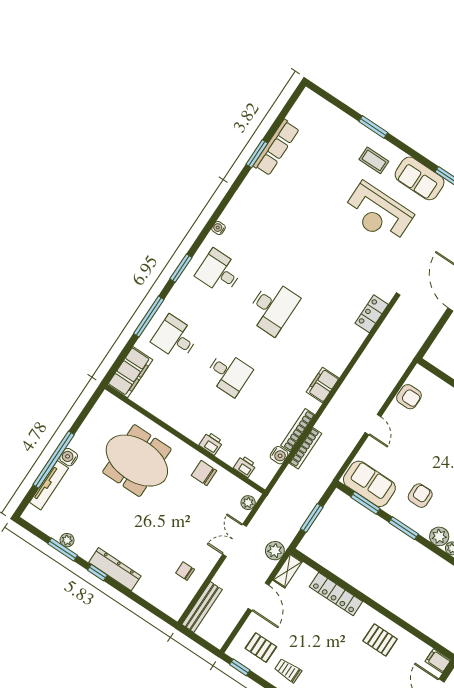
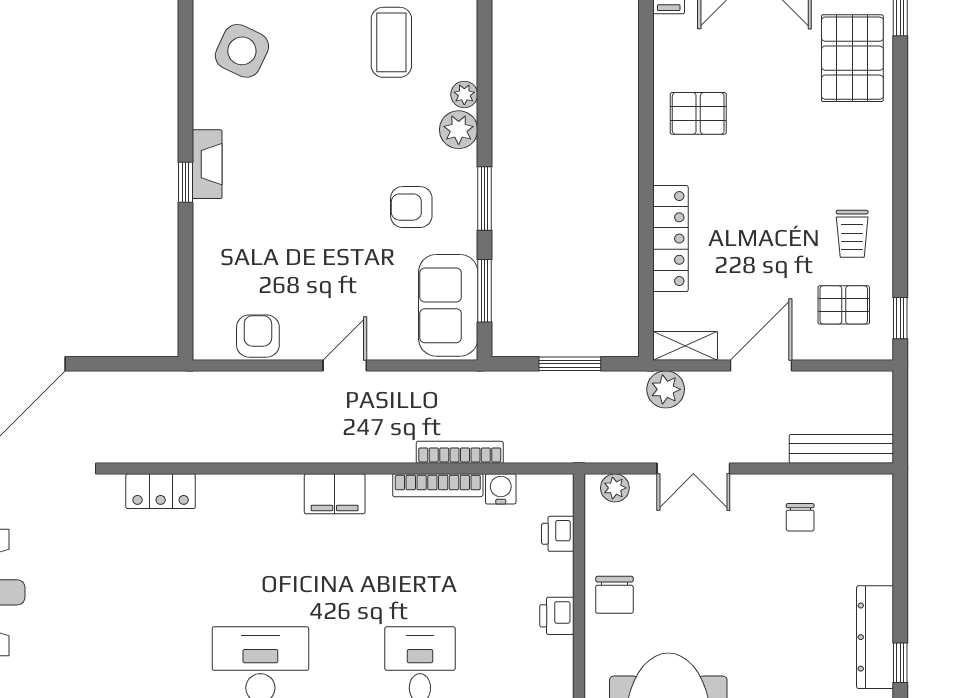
pallet: (380, 640) -> (698, 113), turned 90
pallet: (261, 648) -> (844, 305), turned 90

